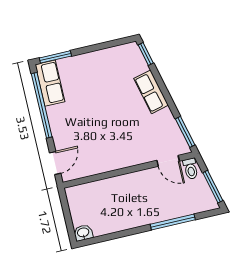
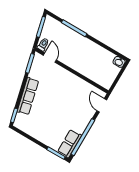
row of seats: (151, 92) -> (28, 96), width x1.48
door: (55, 163) -> (102, 105), hinge flipped

